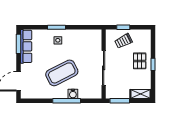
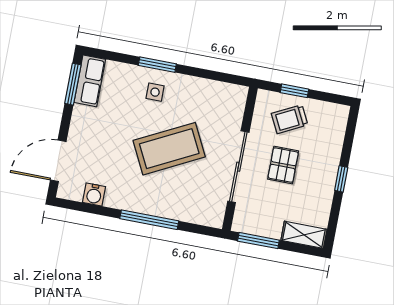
row of seats: (26, 46) -> (90, 81), width x0.68
pallet: (140, 61) -> (283, 165), moved
coffee table: (62, 73) -> (169, 149), moved
water cooler: (73, 94) -> (94, 195), moved

